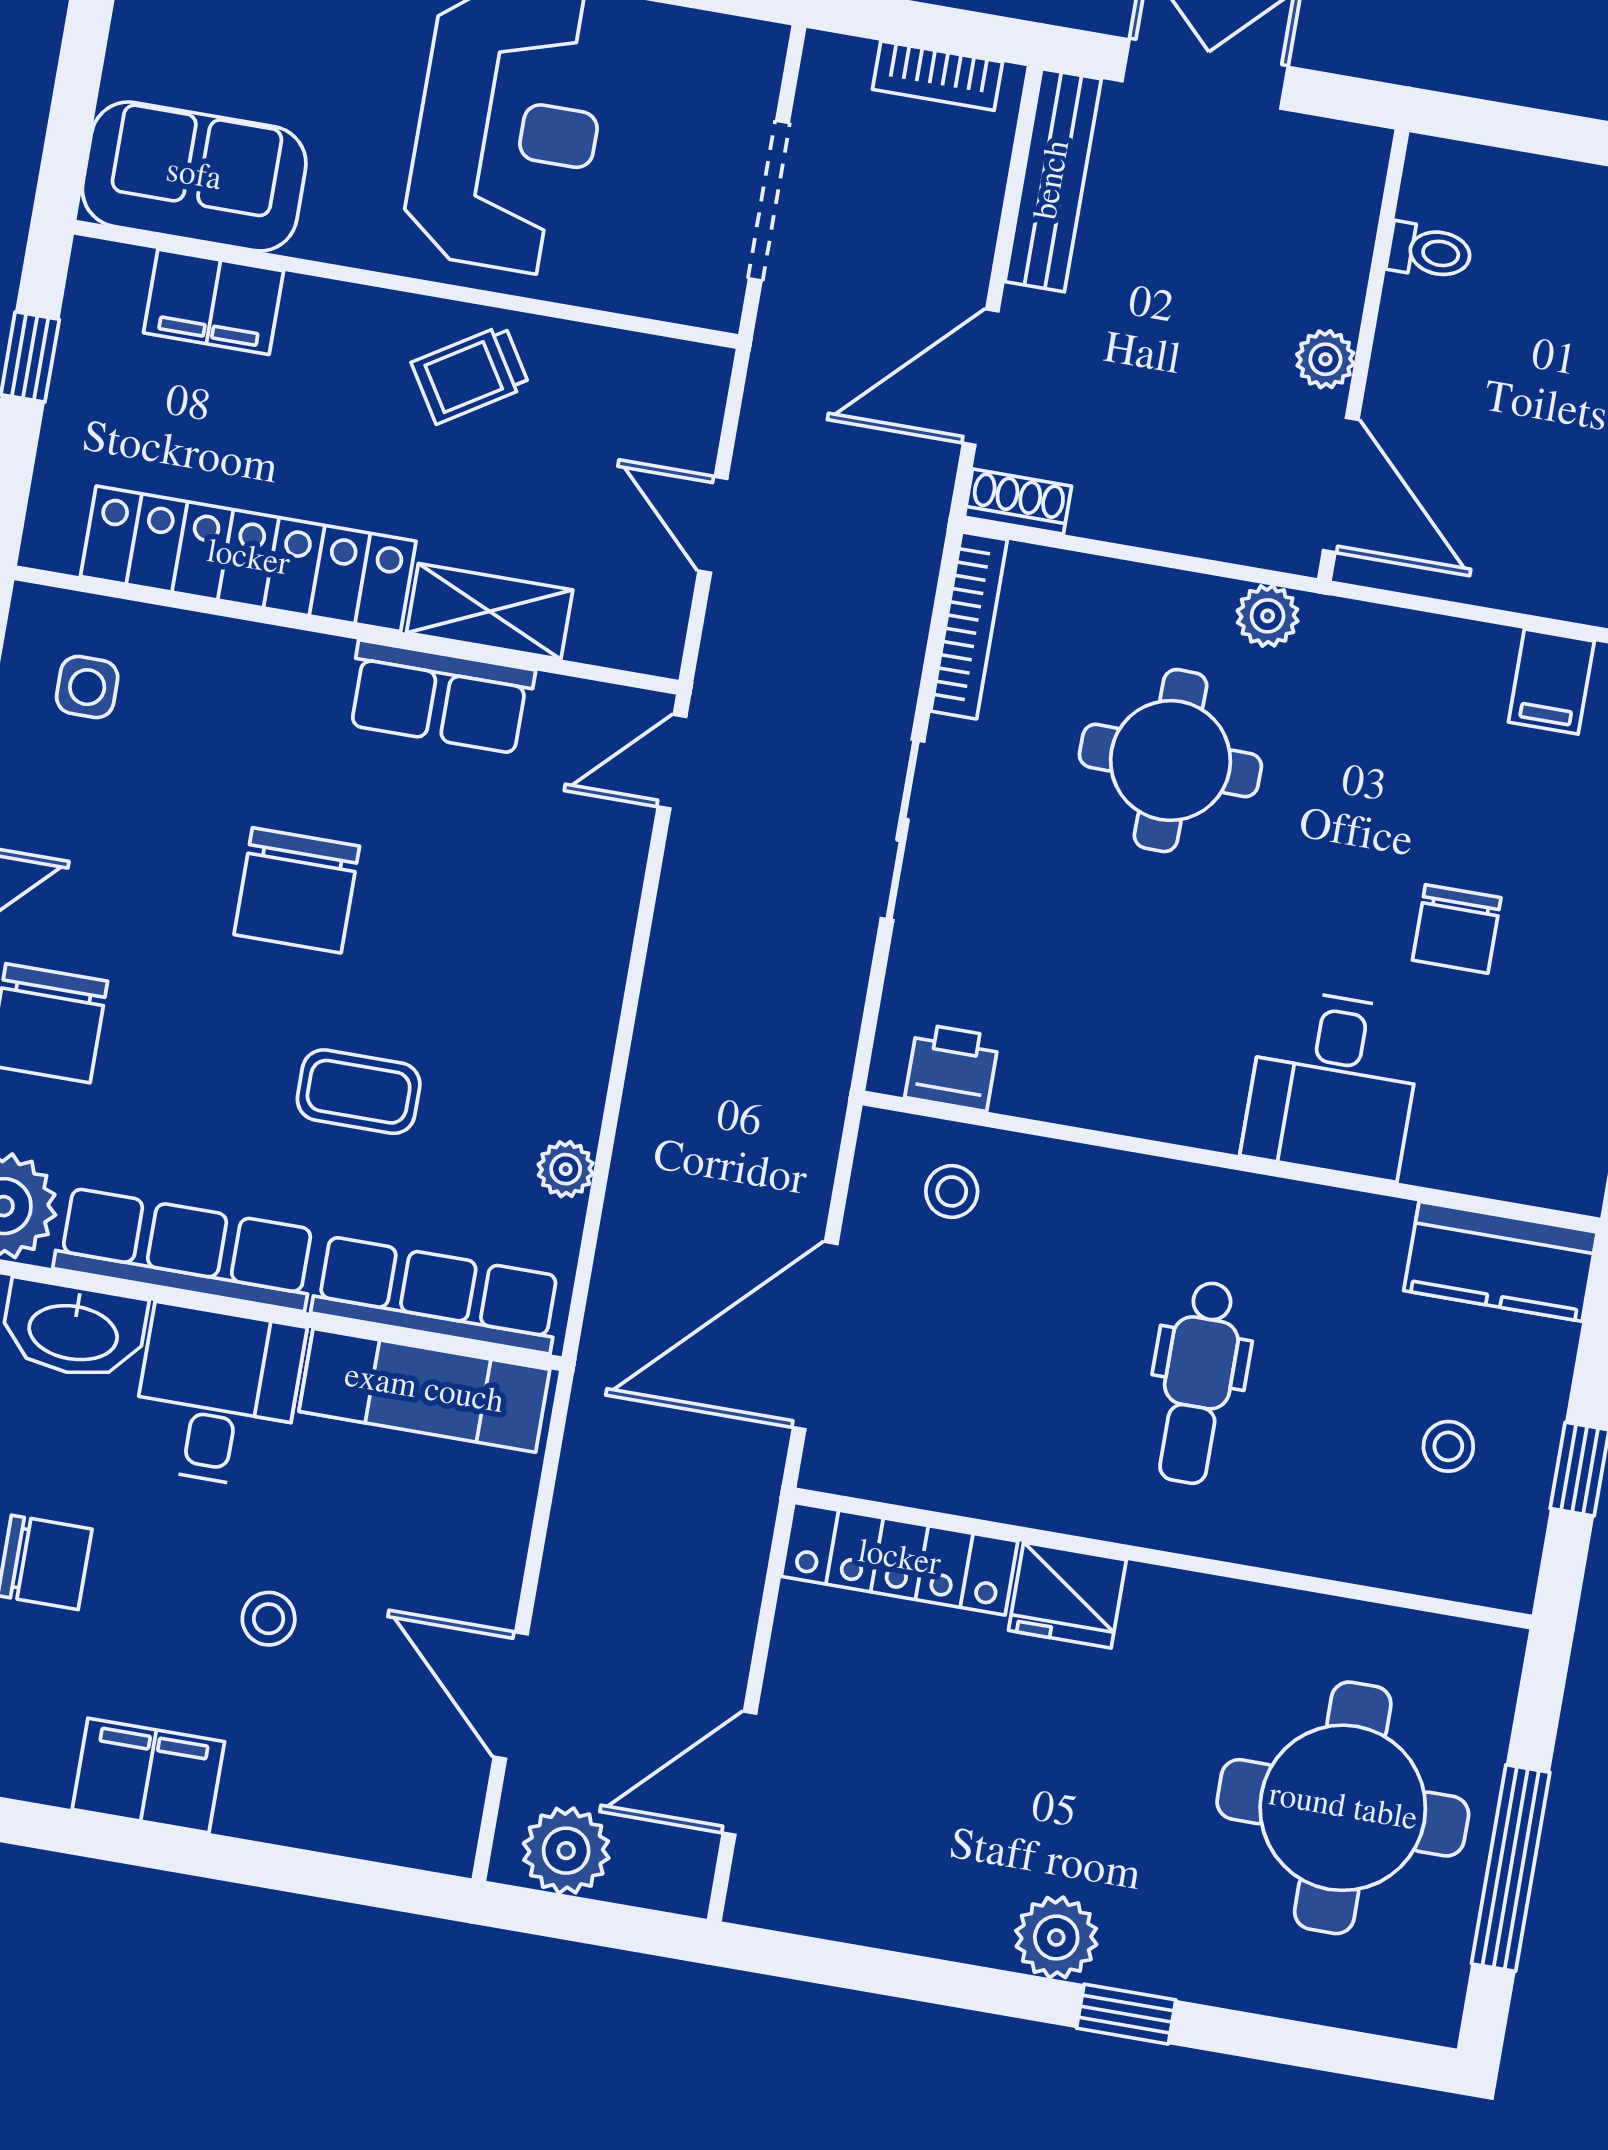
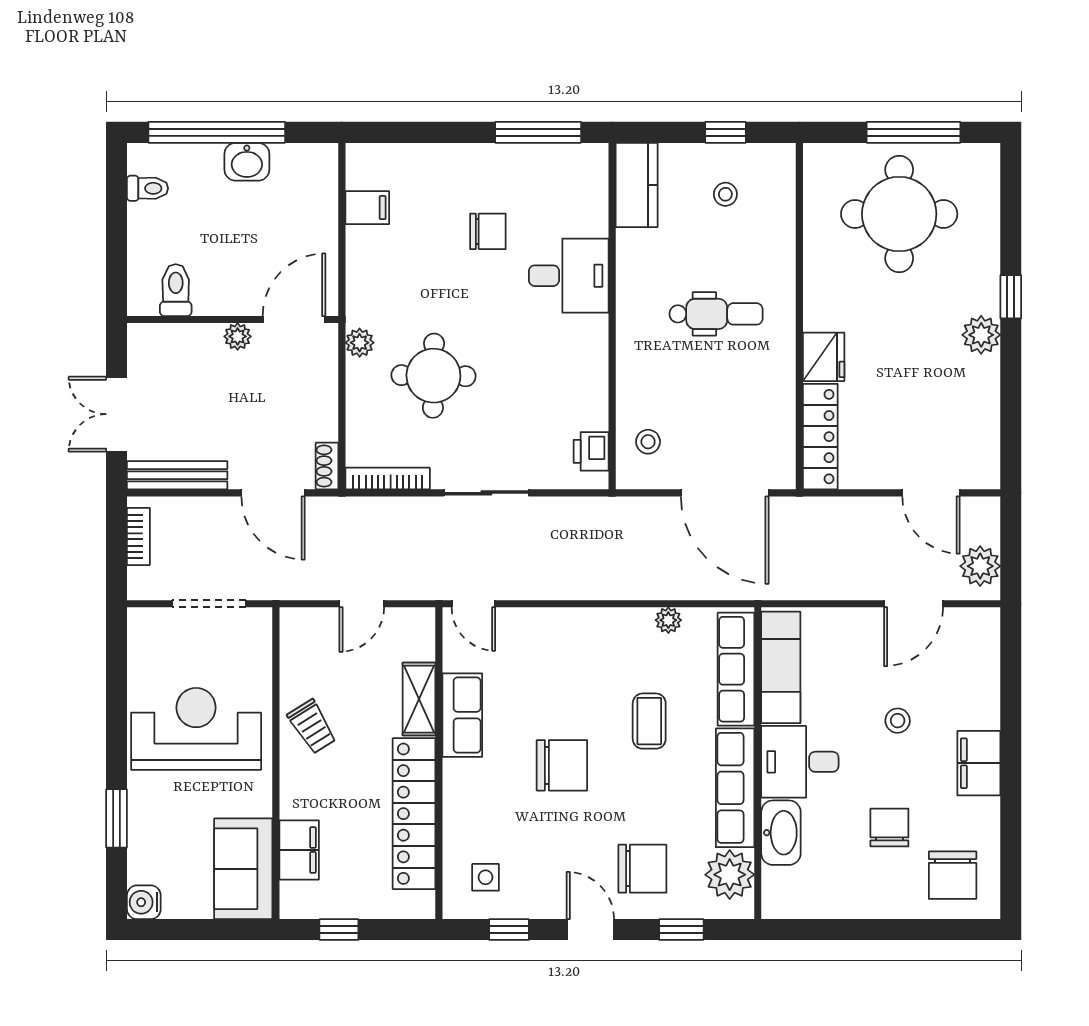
toilet: (1430, 251) -> (176, 290), width x1.37, depth x1.39

